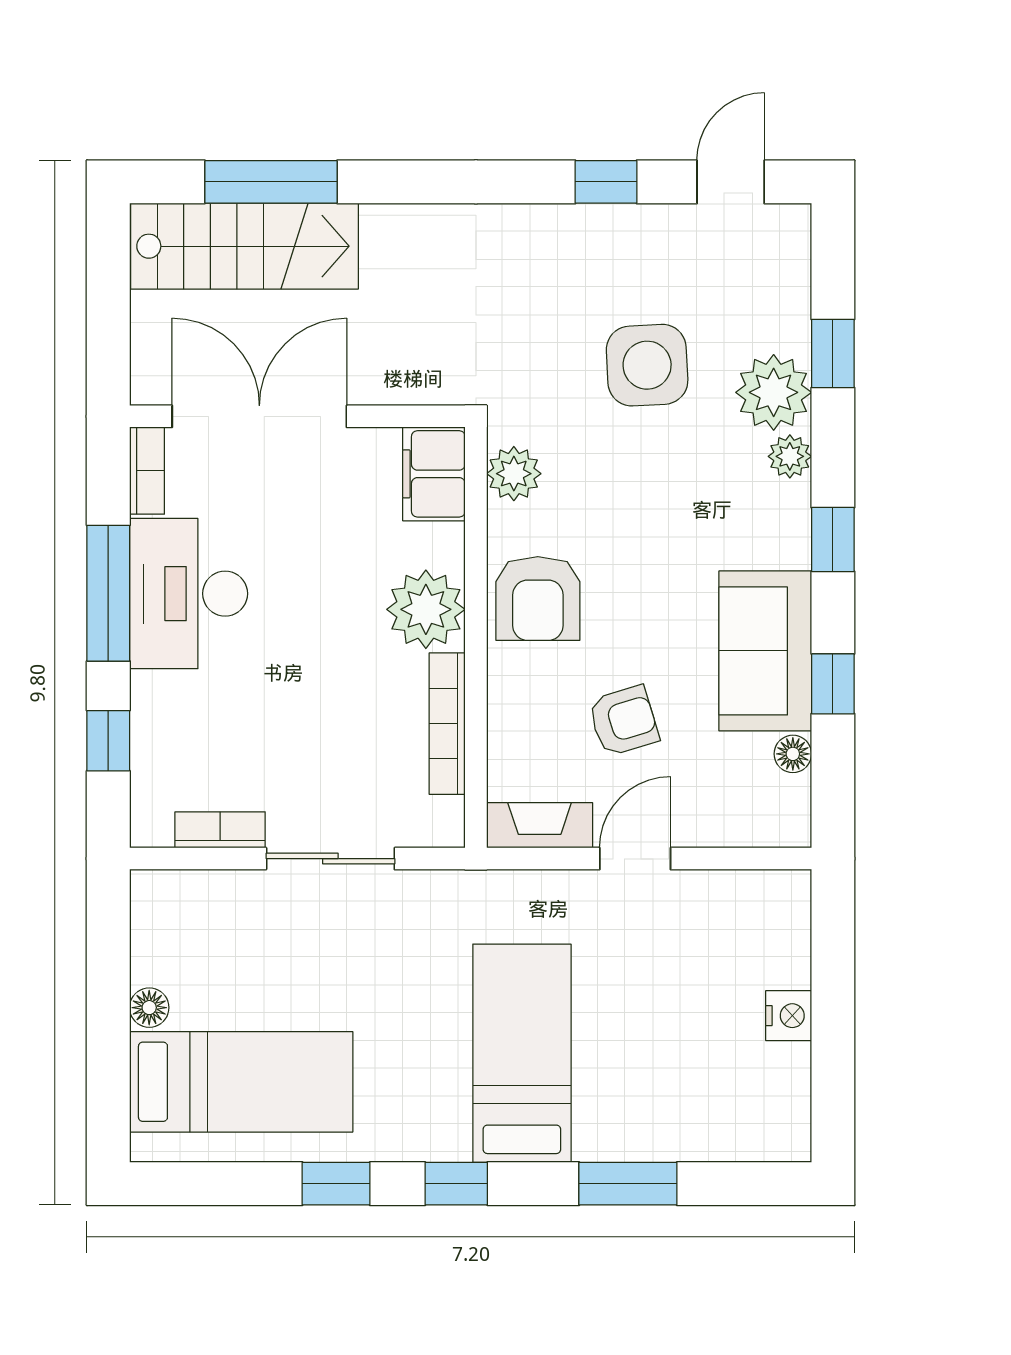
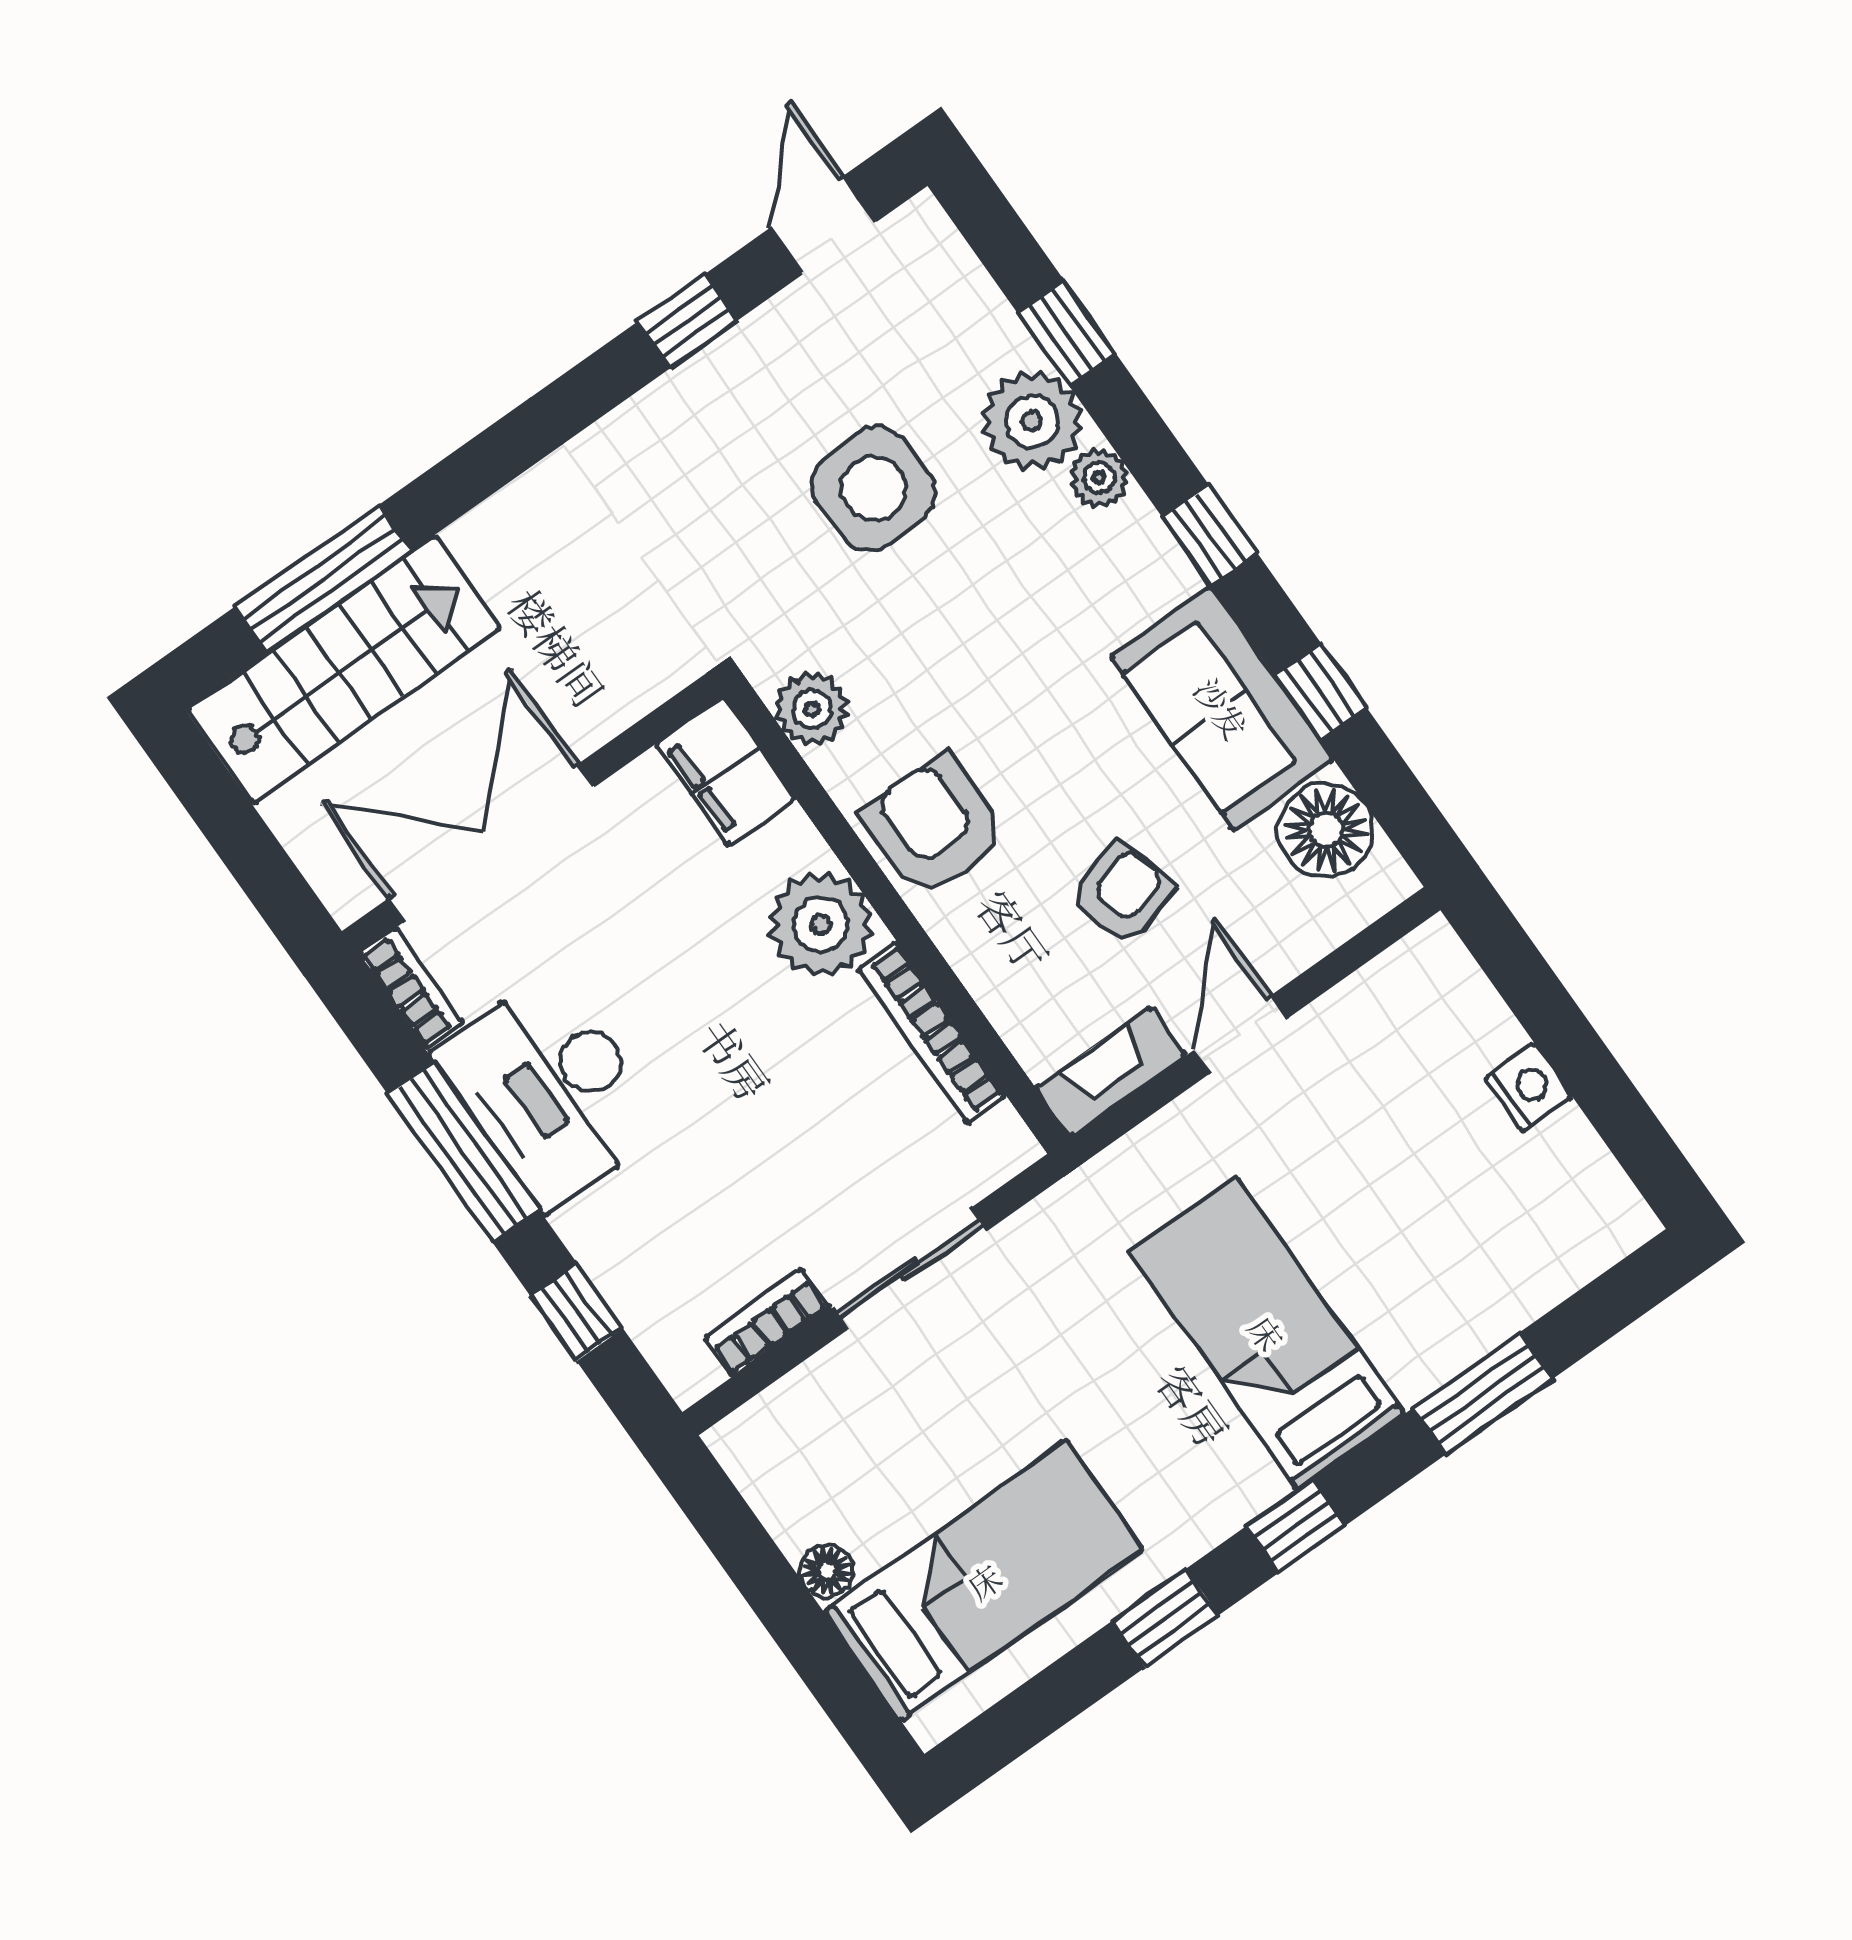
armchair: (538, 598) -> (934, 826), turned 180
floor lamp: (793, 754) -> (1326, 830), width x1.89, depth x1.89

